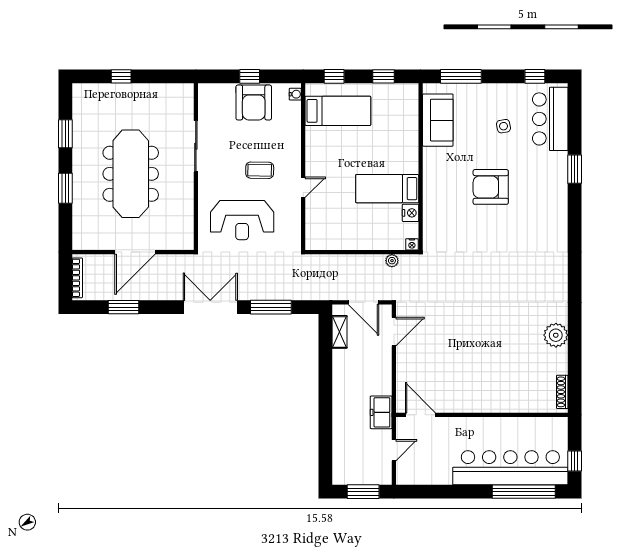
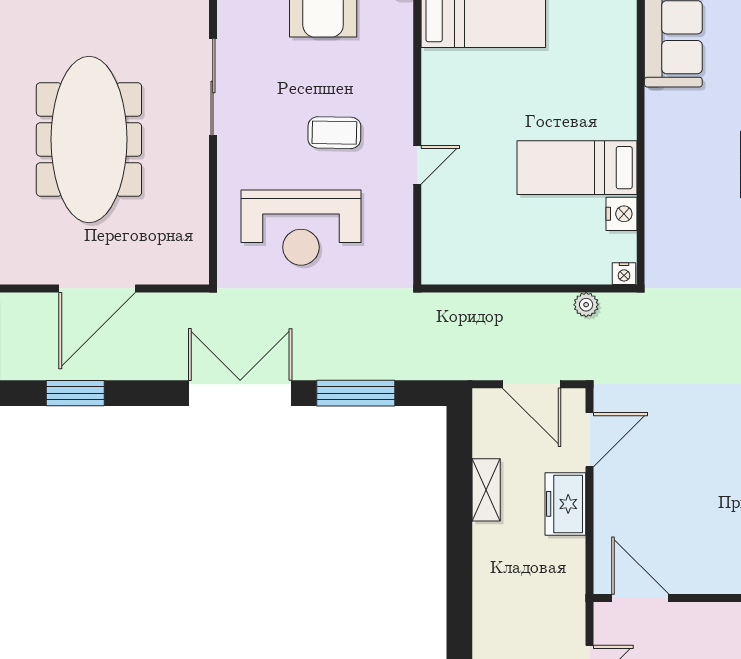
shelving: (339, 332) -> (486, 490), moved
freezer: (381, 412) -> (565, 504), moved

